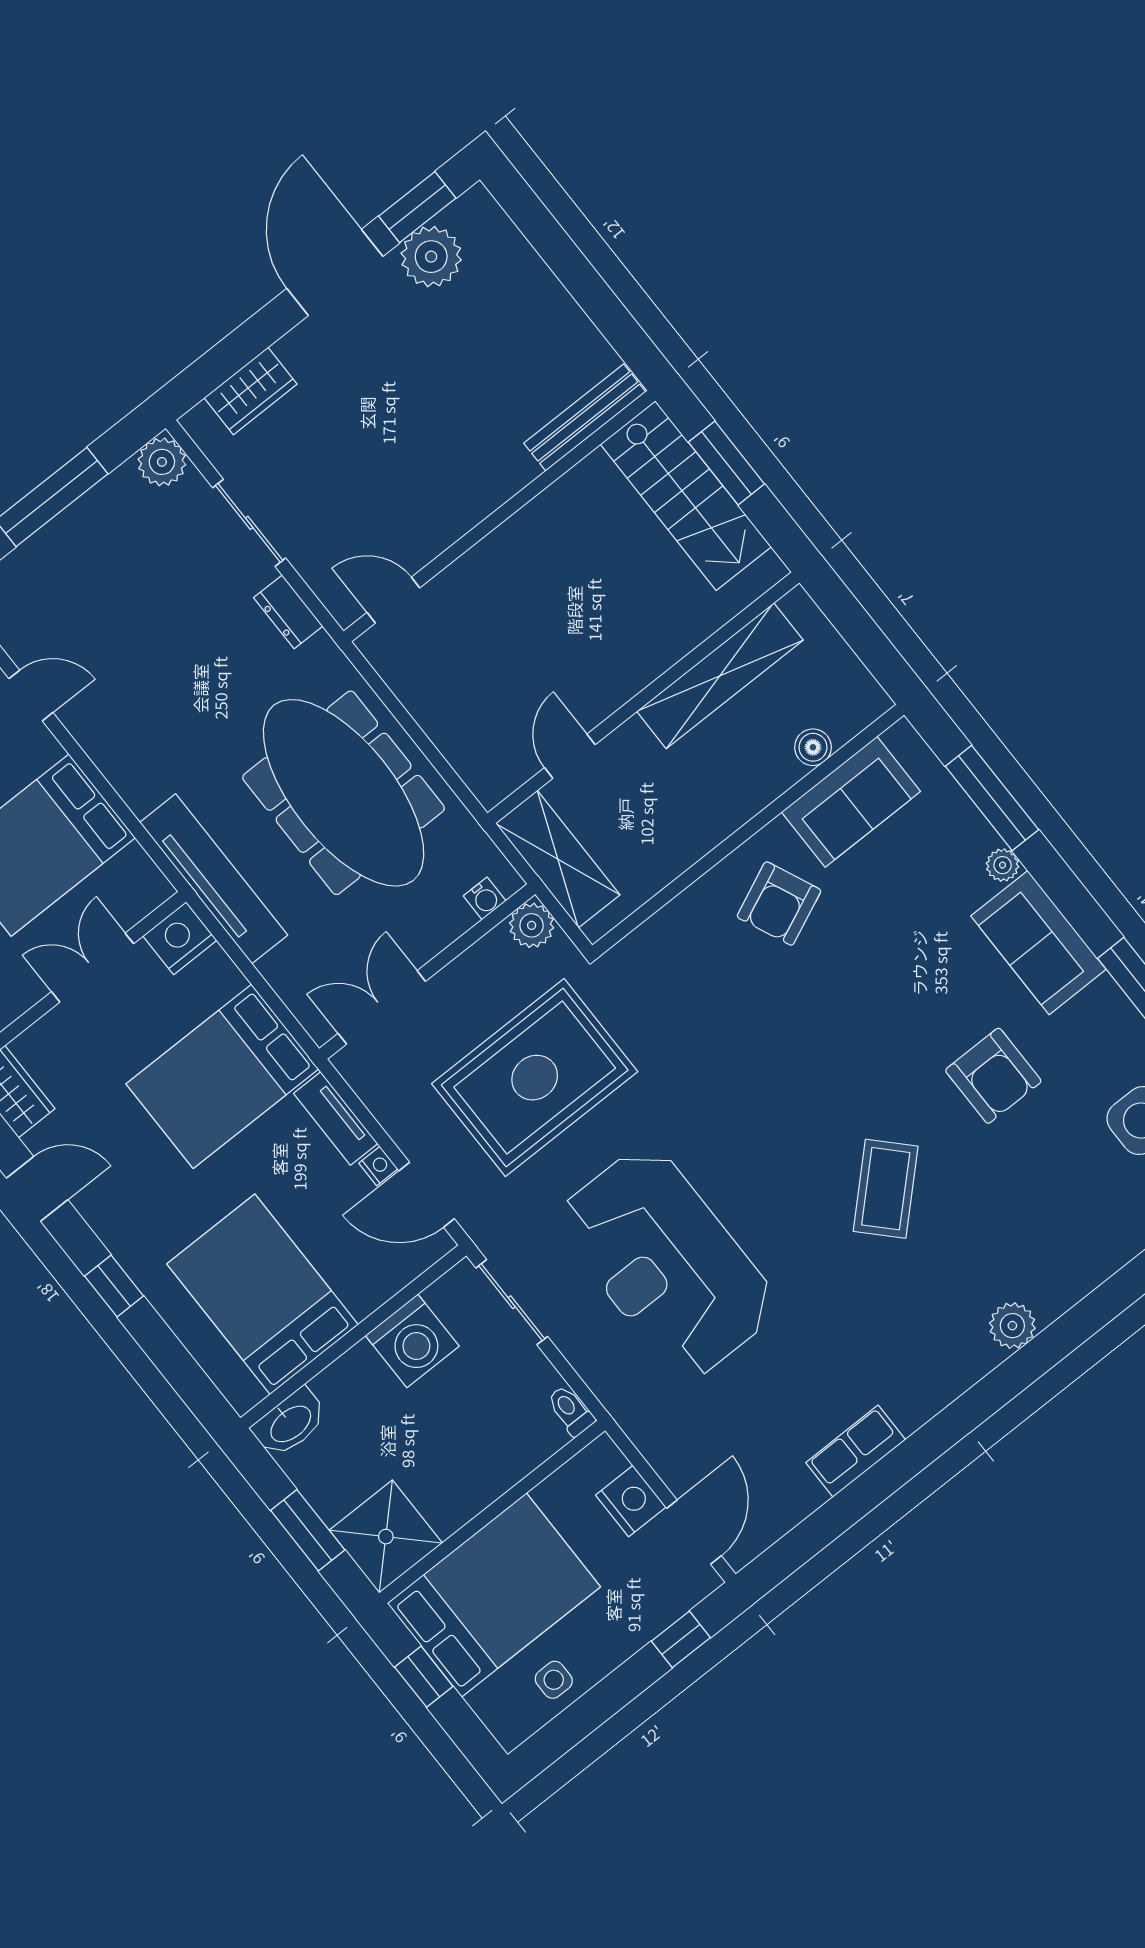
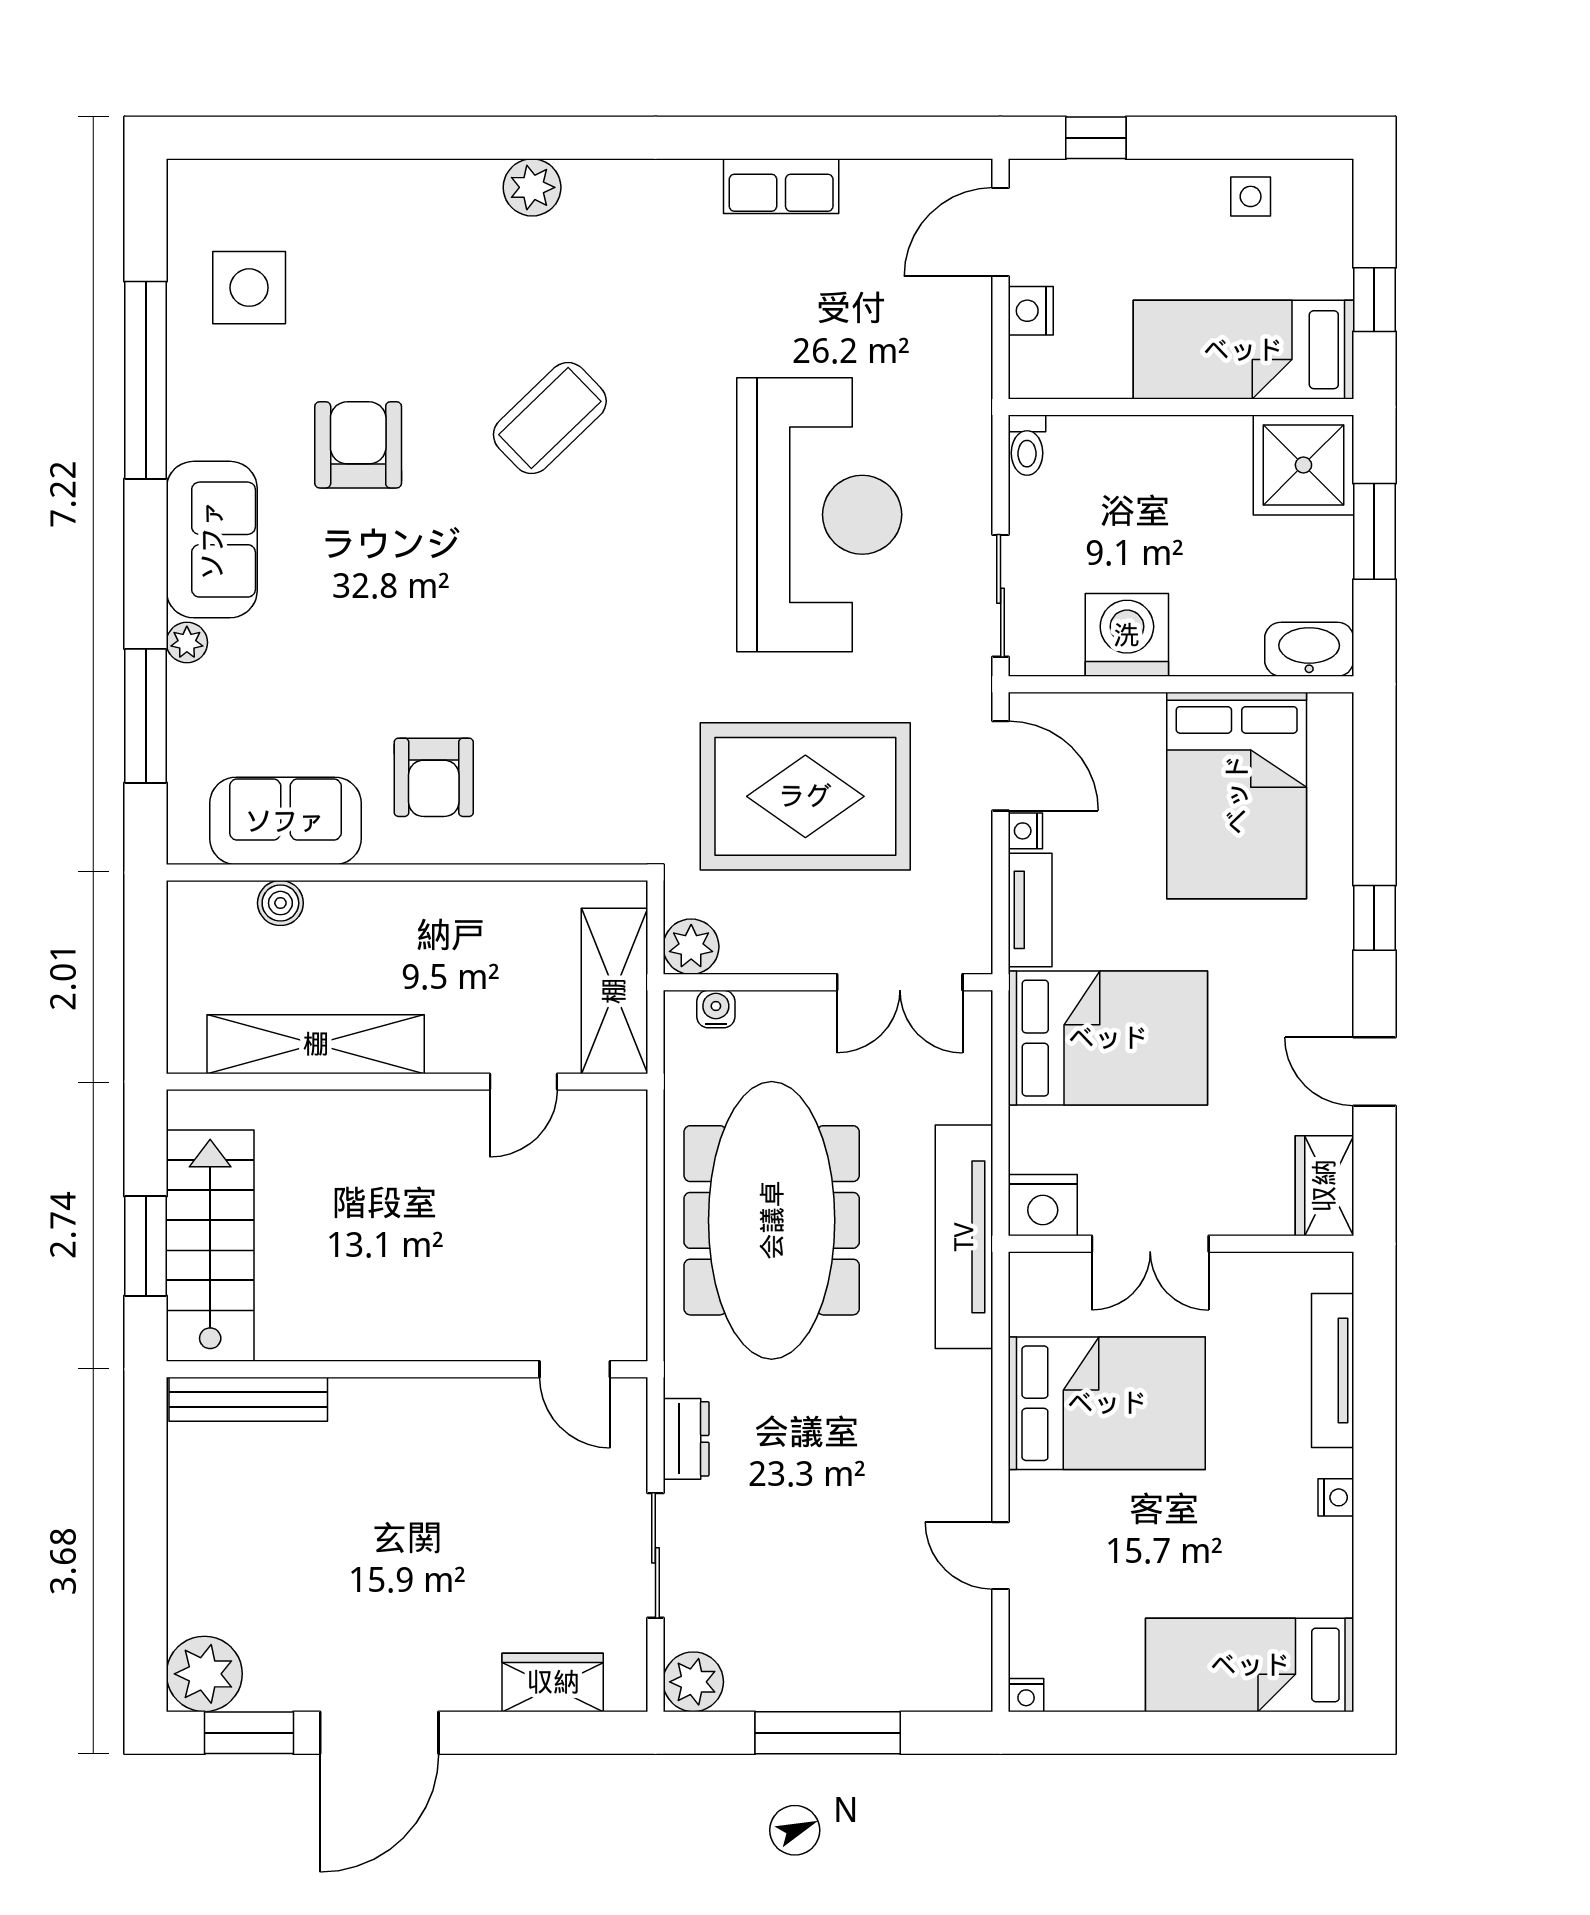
plant: (431, 257) -> (204, 1674), moved
armchair: (779, 904) -> (434, 777), turned 114
nightstand: (631, 1501) -> (1031, 311), width x0.74, depth x0.75
bed: (494, 1595) -> (1243, 350), width x0.67

